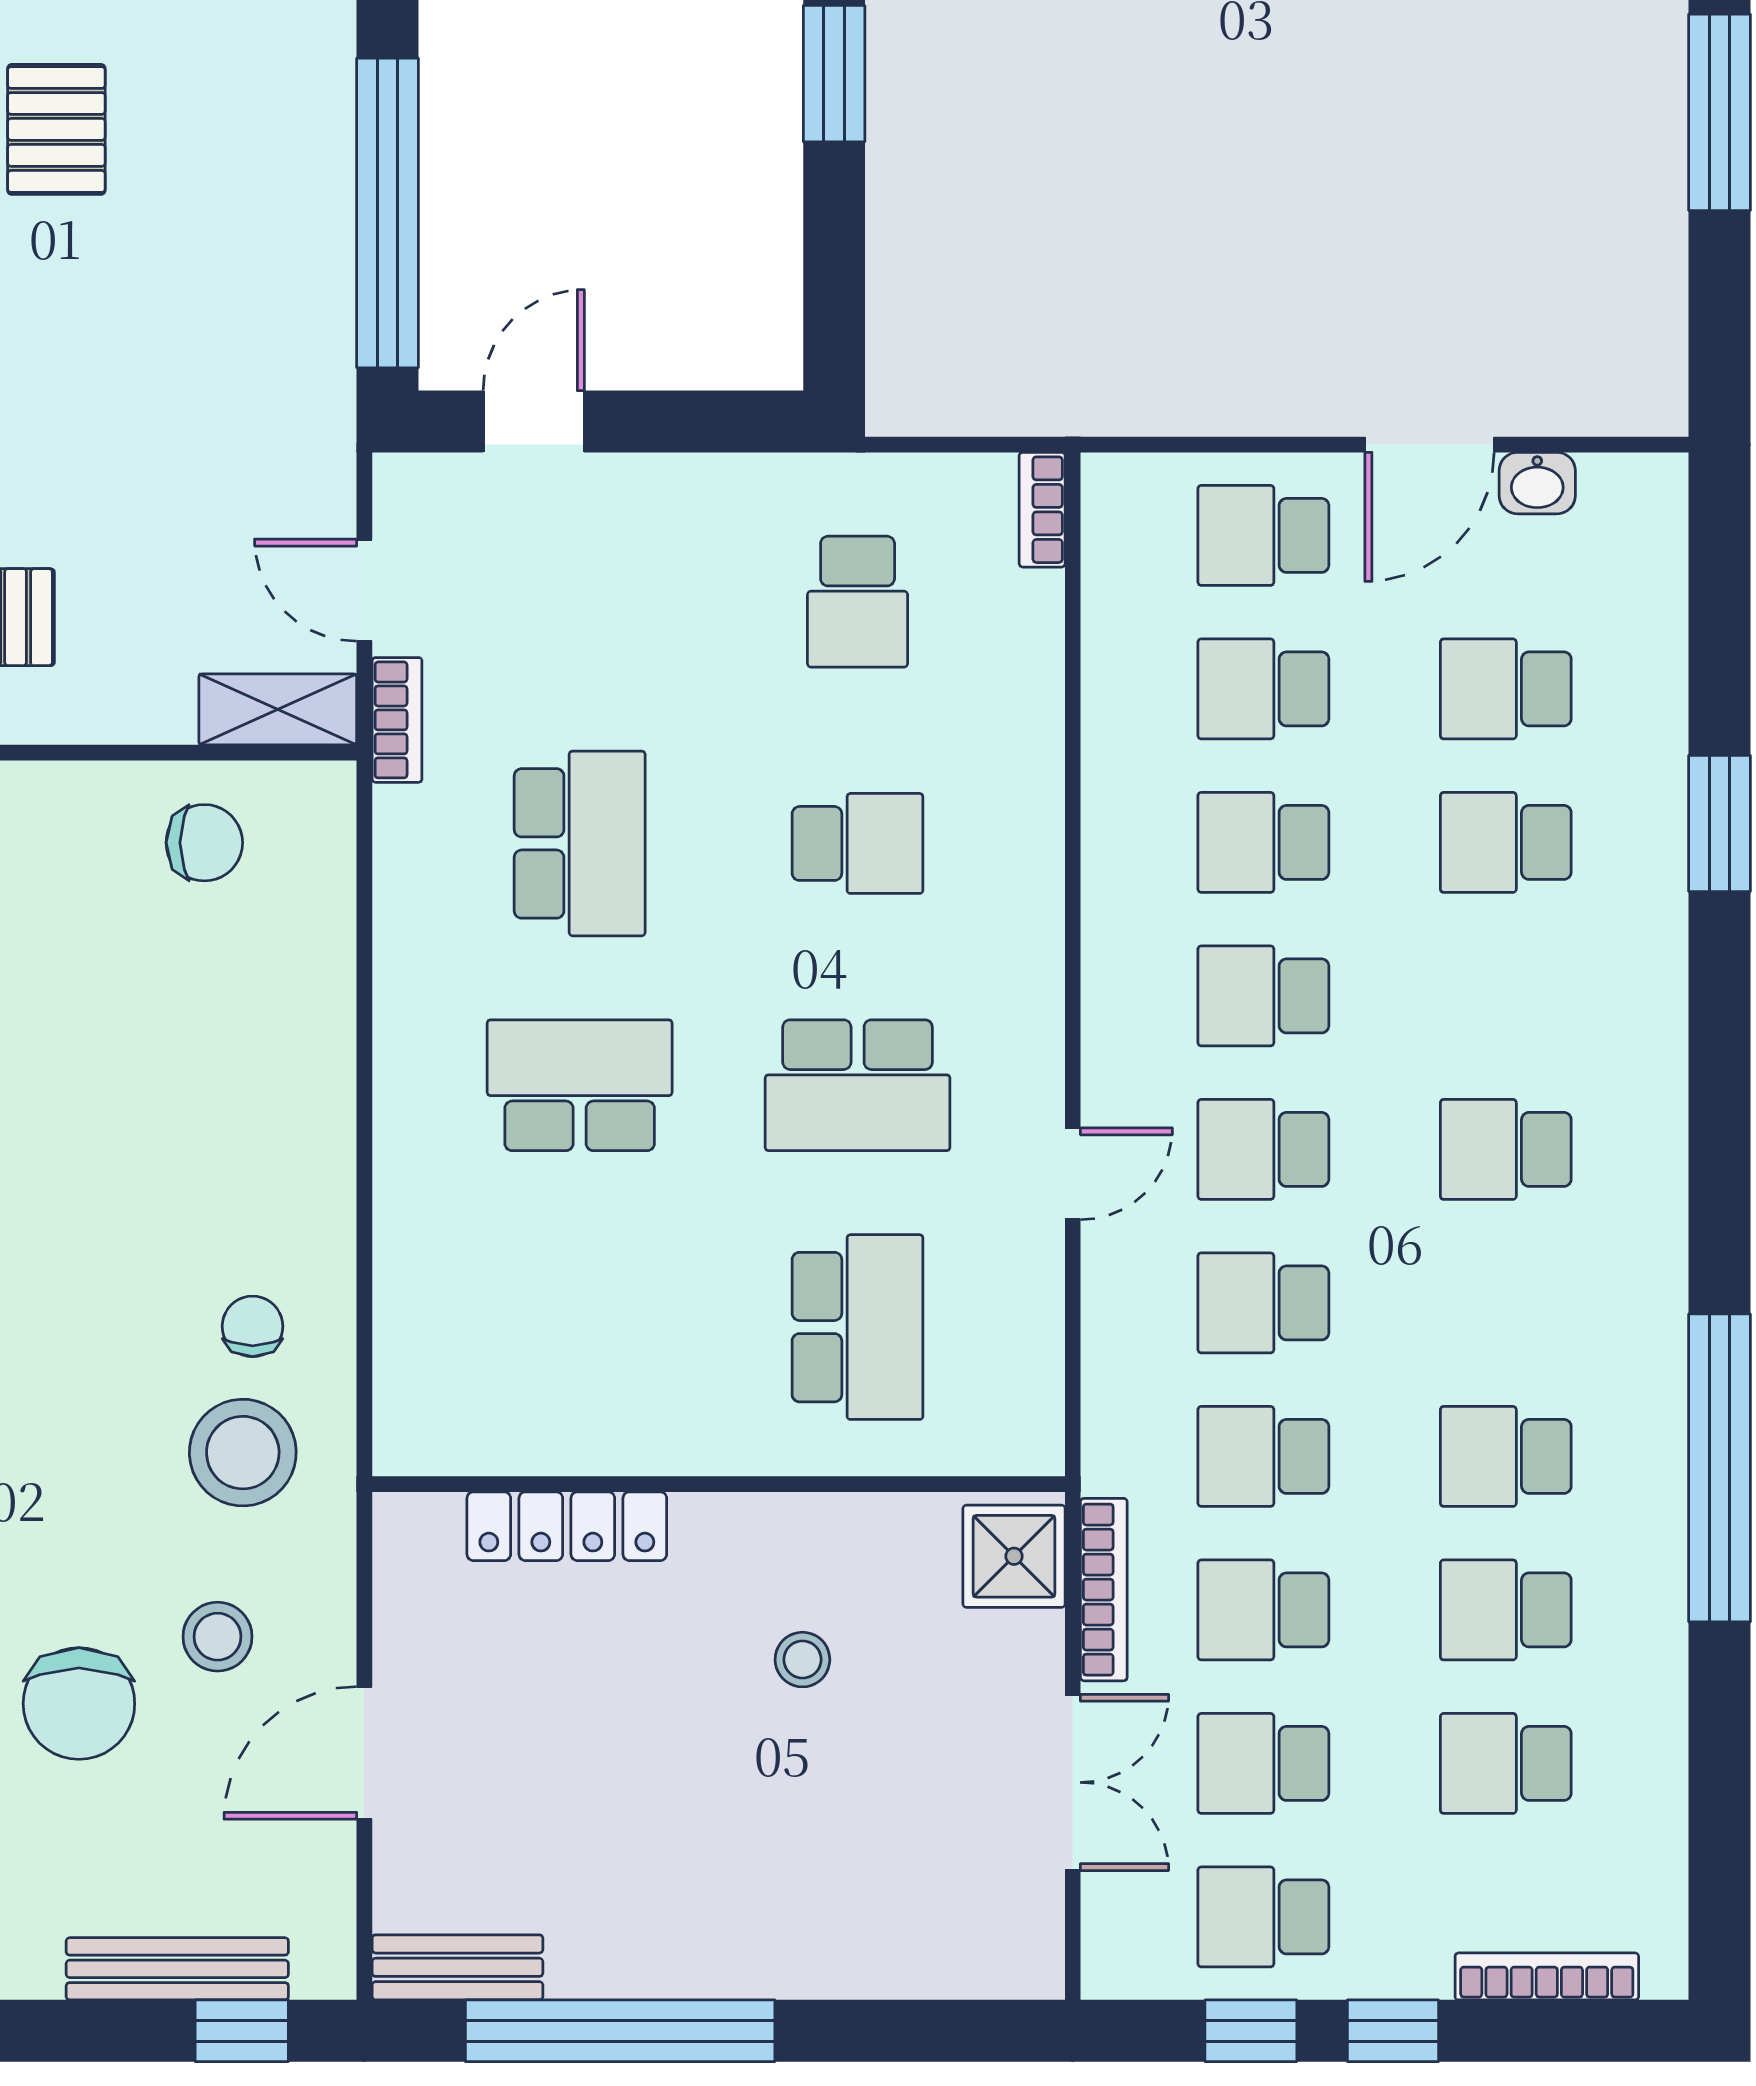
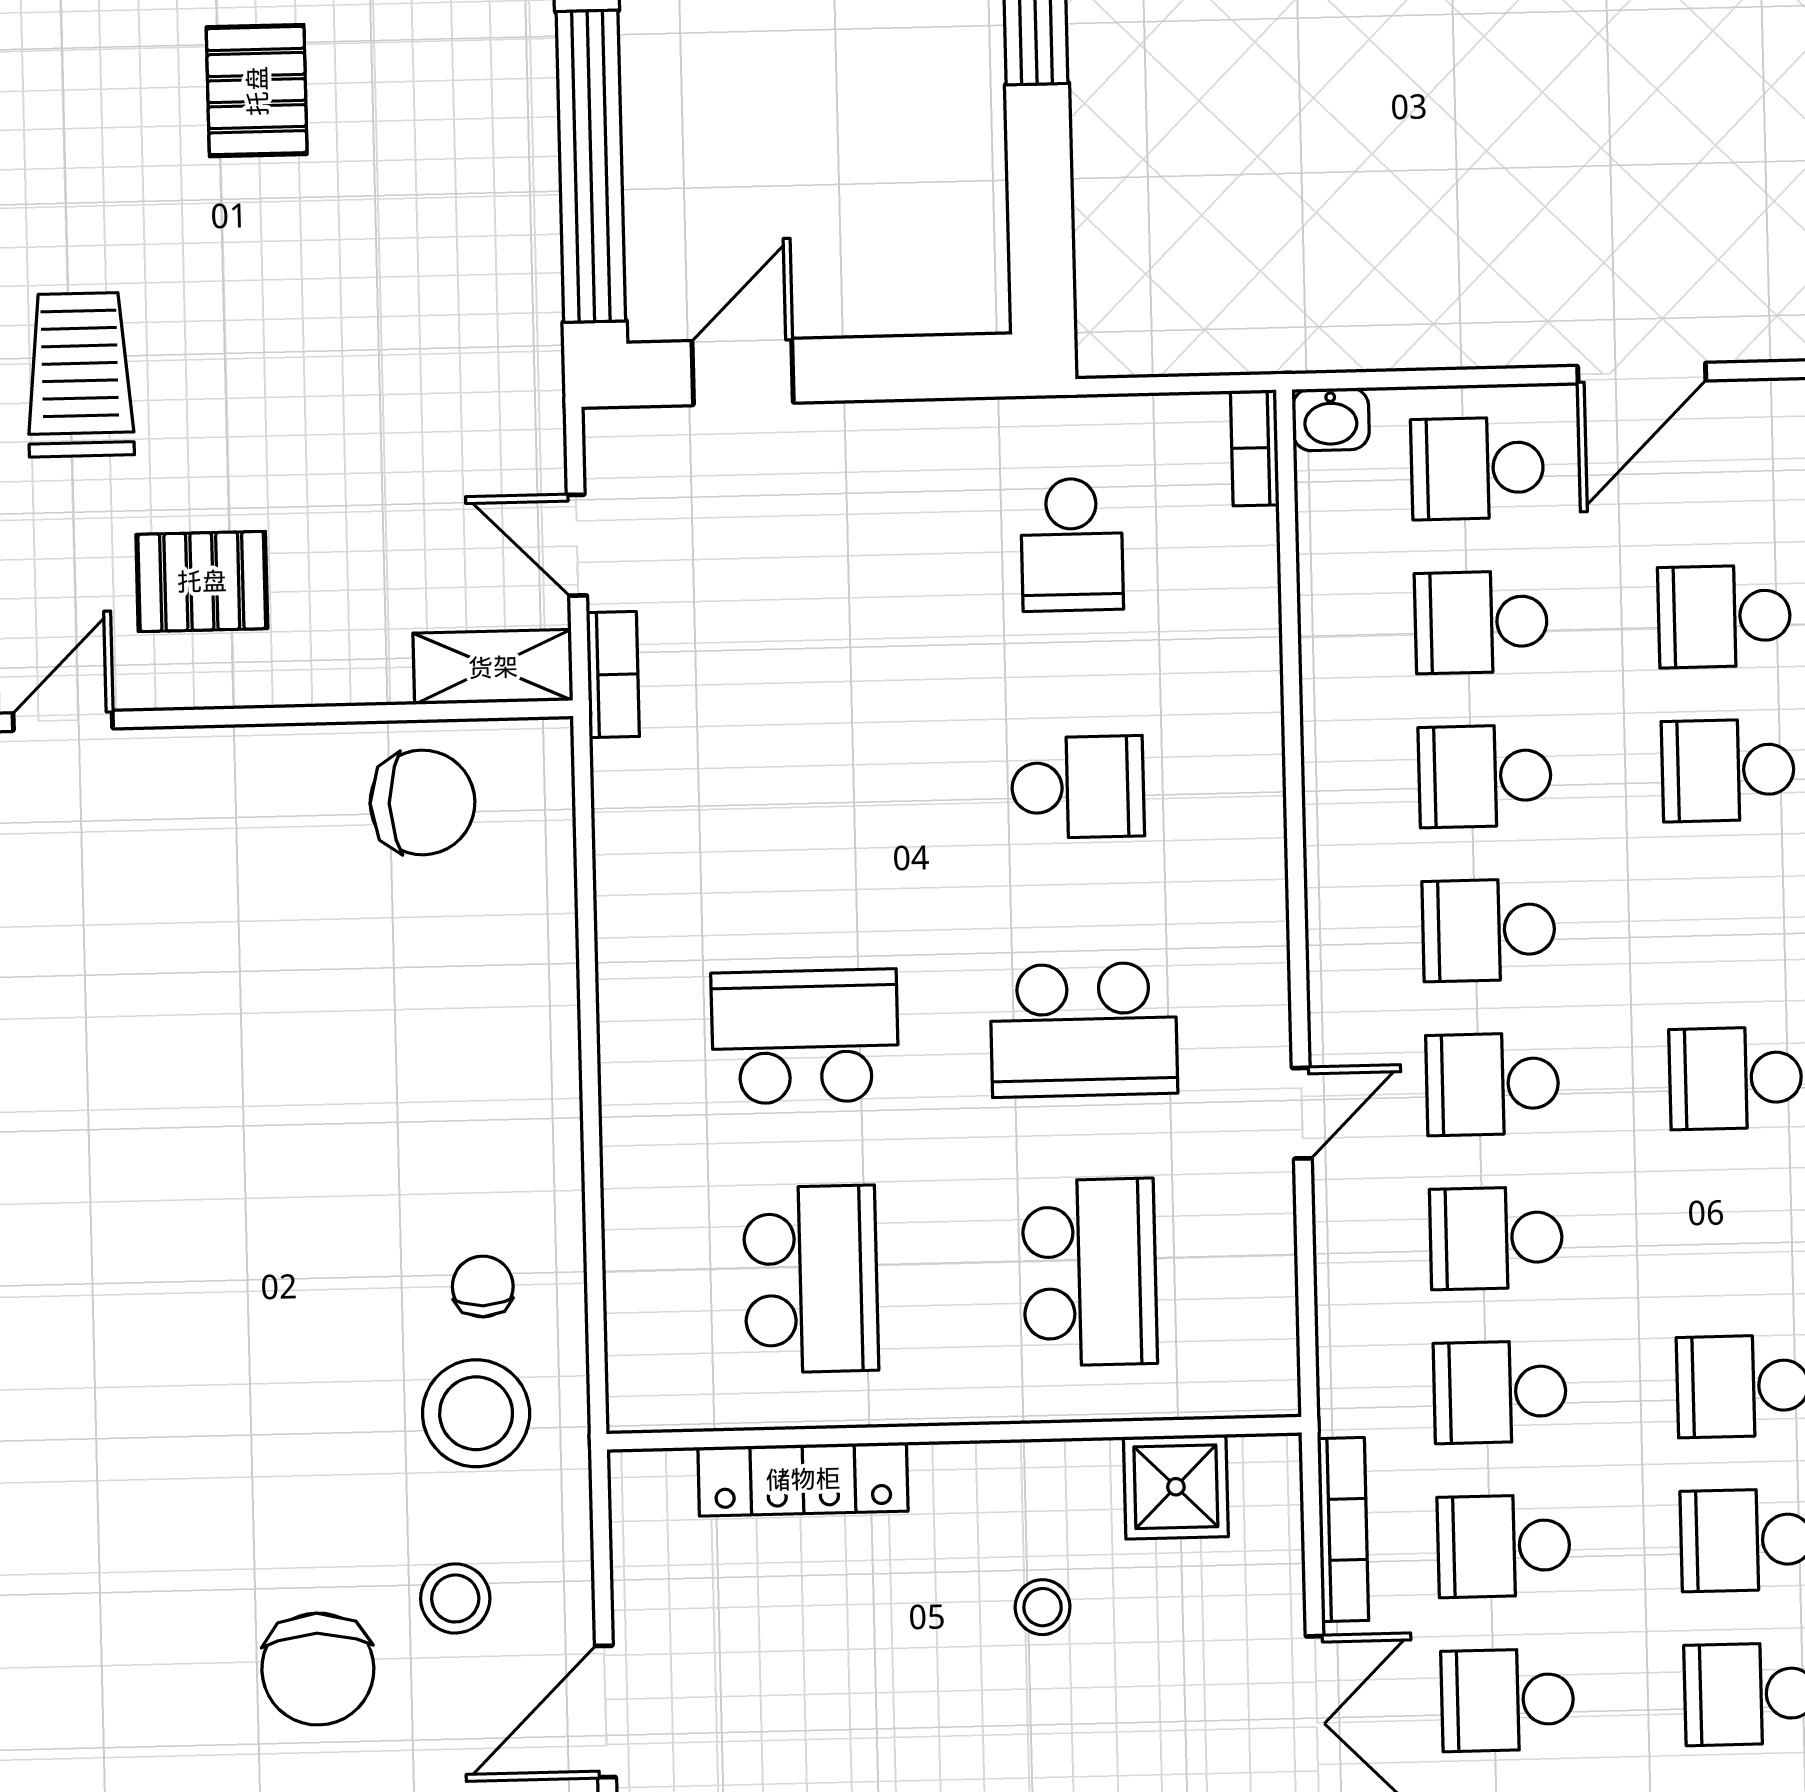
washbasin: (1537, 483) -> (1331, 419), moved
chair: (204, 843) -> (423, 802), width x1.37, depth x1.37
school desk: (580, 843) -> (811, 1279), moved
shower: (1014, 1556) -> (1176, 1487), moved

